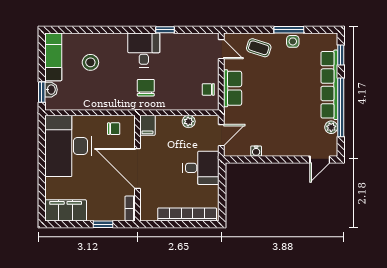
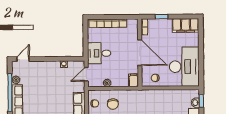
chair: (146, 88) -> (113, 104), moved

